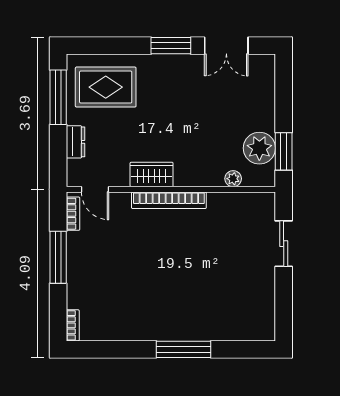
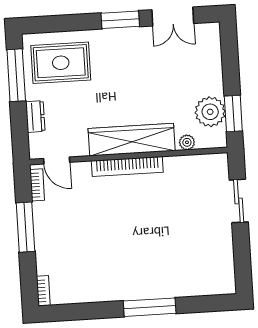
wardrobe: (152, 174) -> (132, 140), width x2.10, depth x1.17

